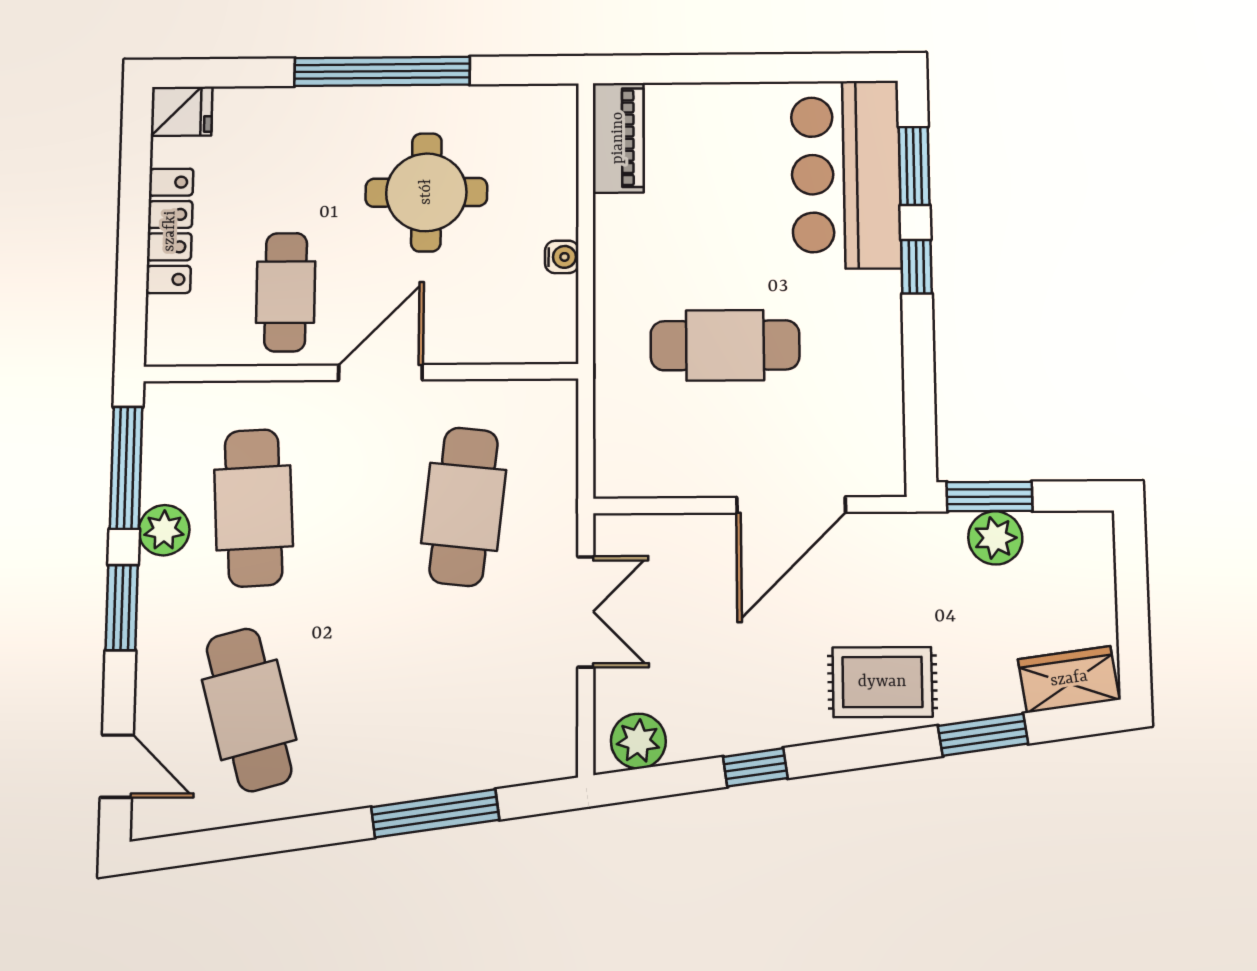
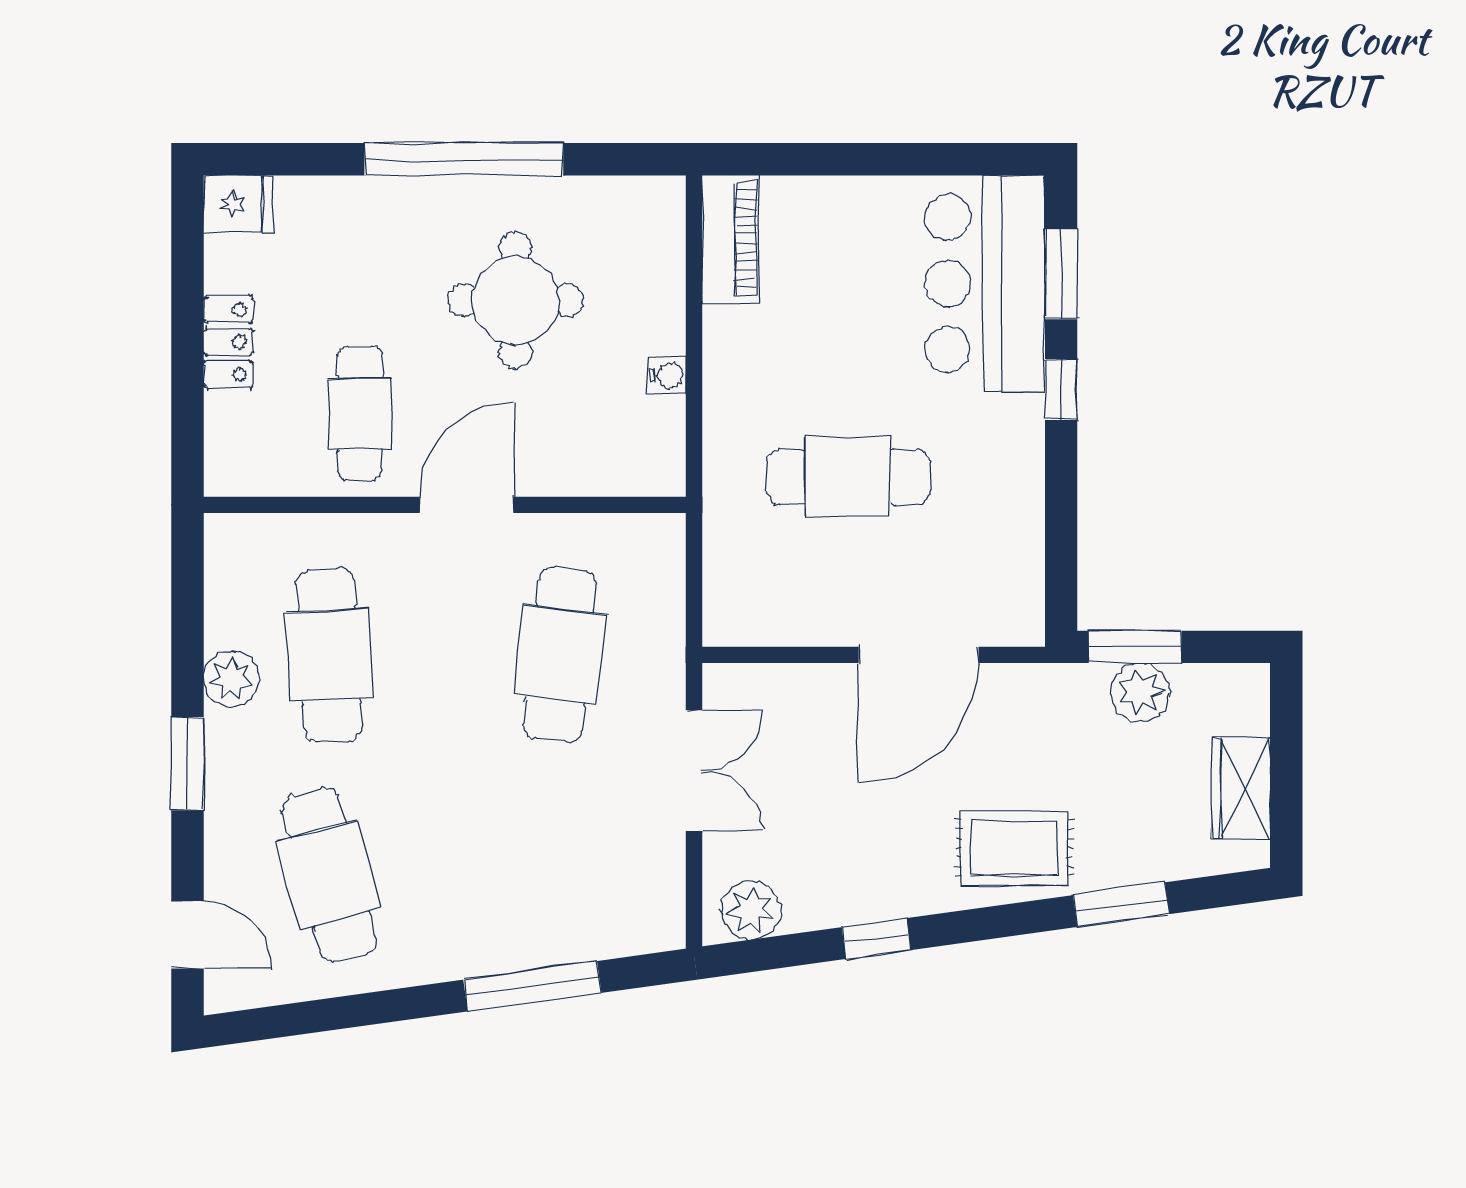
locker: (170, 231) -> (228, 342), width x0.66
window: (126, 468) -> (188, 610), removed
wardrobe: (1069, 679) -> (1241, 788), moved, turned -82

